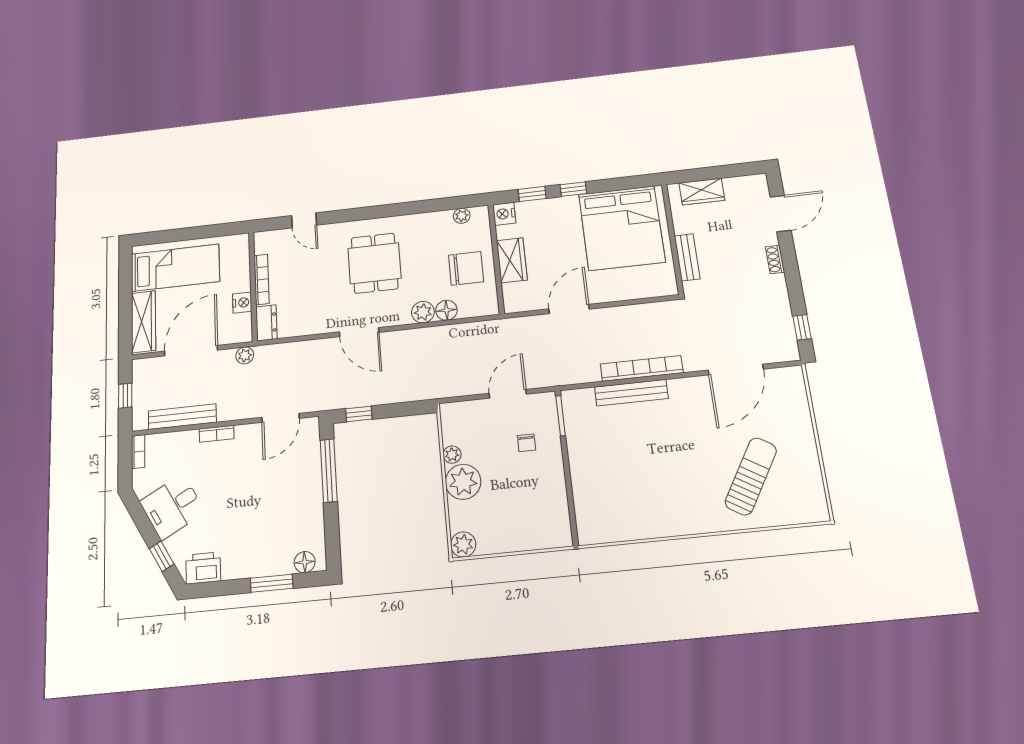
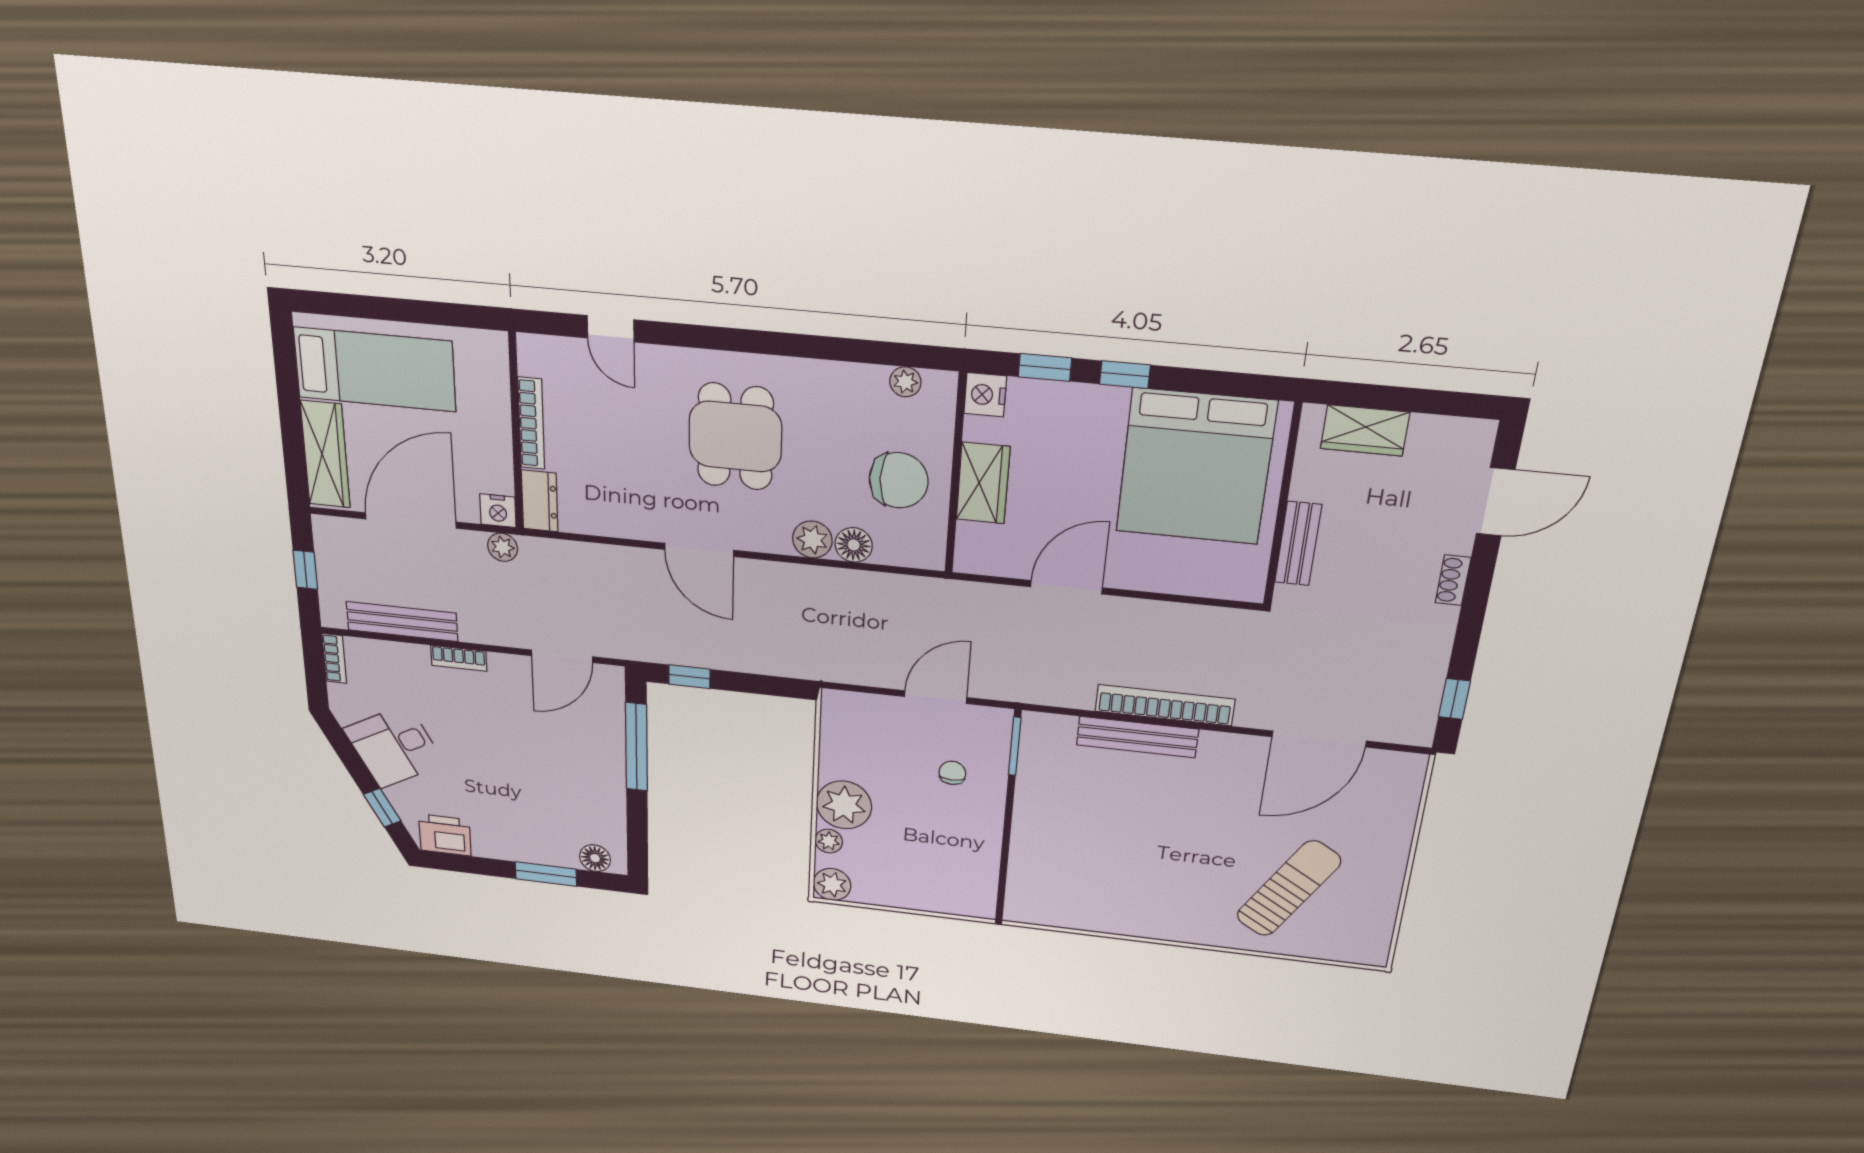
nightstand: (242, 303) -> (498, 511), moved, turned 90
chair: (527, 443) -> (952, 773), turned 180
plant: (452, 455) -> (829, 841), moved

